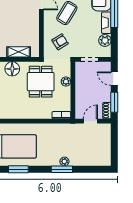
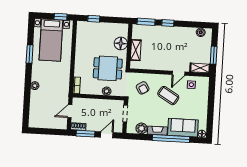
door: (90, 121) -> (70, 111), swing flipped
window: (18, 169) -> (30, 54), moved
window: (62, 169) -> (28, 83), removed

